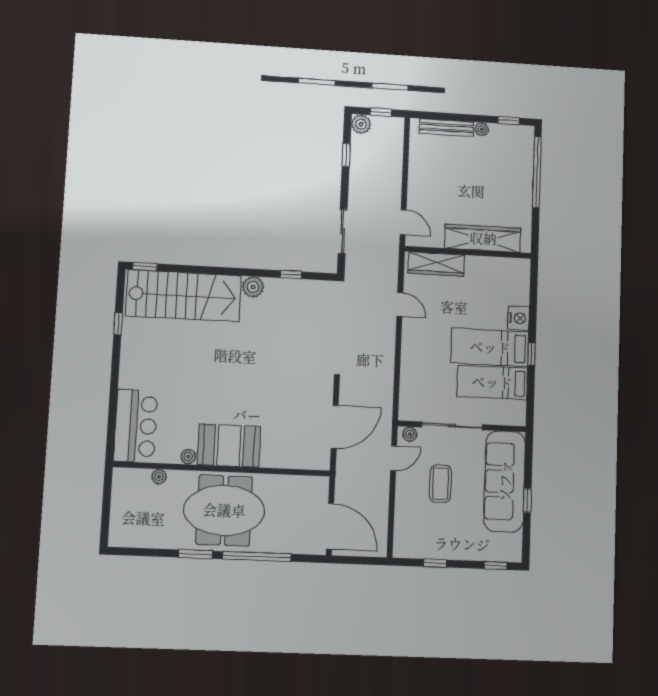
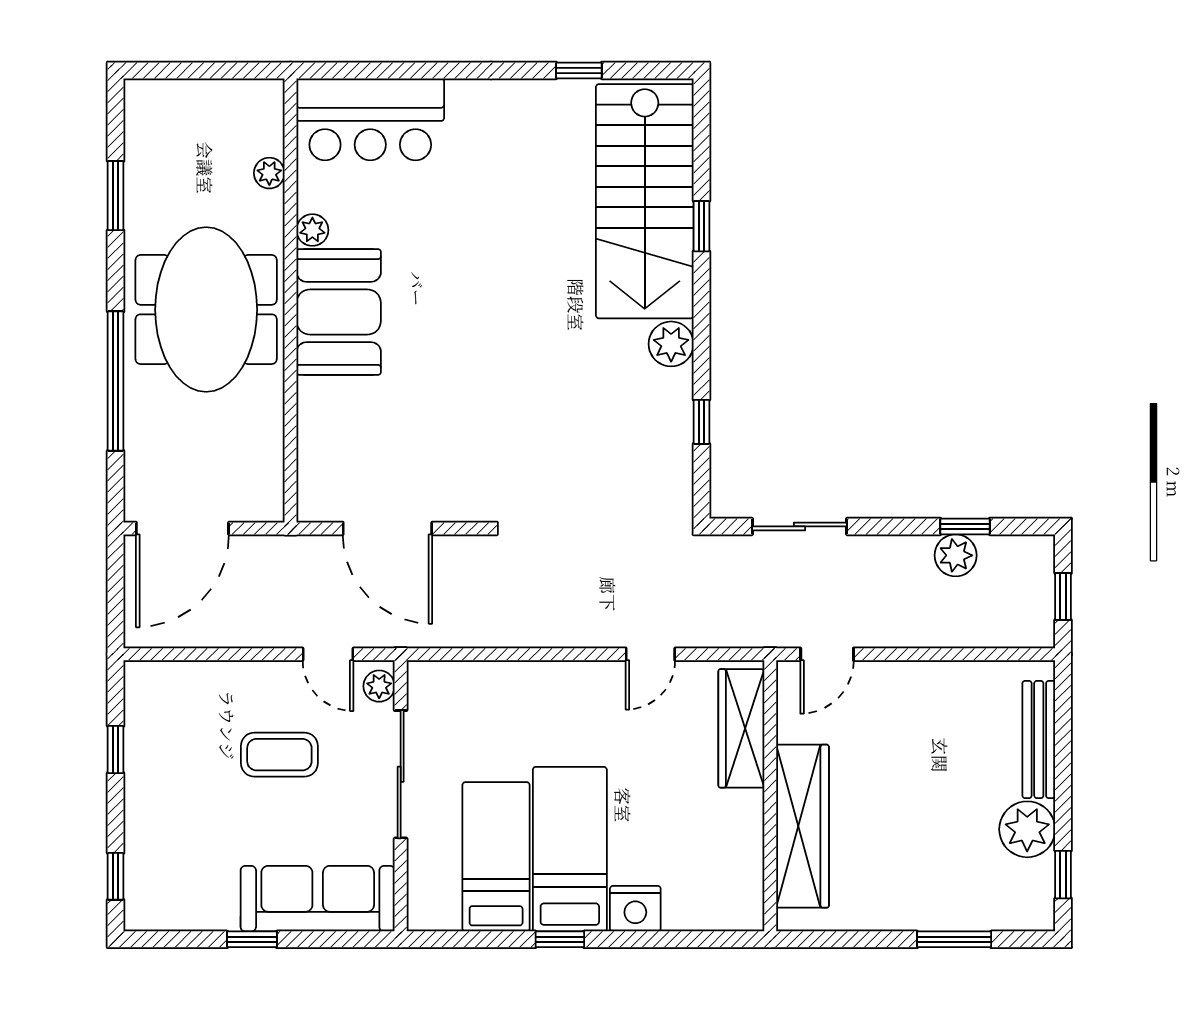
plant: (361, 124) -> (956, 555), moved
plant: (482, 129) -> (1027, 829), width x1.87, depth x1.87
window: (537, 172) -> (954, 939), width x0.47
window: (145, 267) -> (701, 226), moved
sofa: (505, 481) -> (318, 899), width x0.74, depth x0.79
window: (195, 554) -> (116, 196), moved

